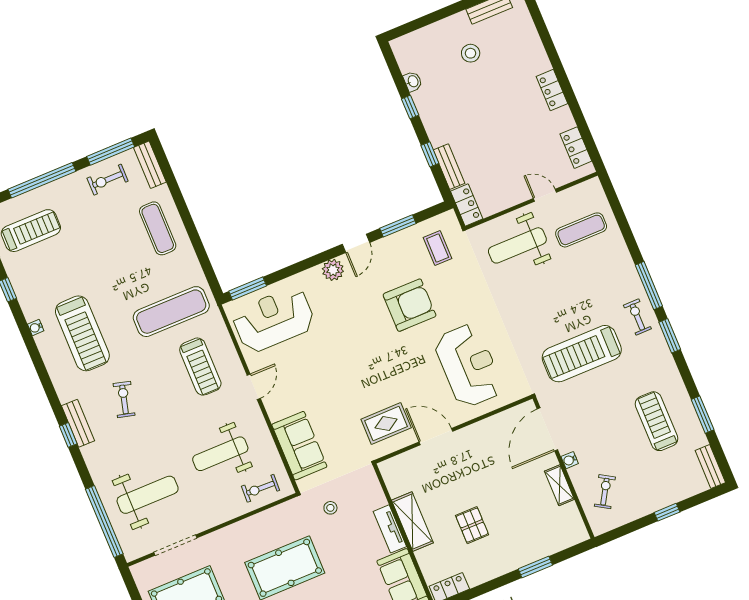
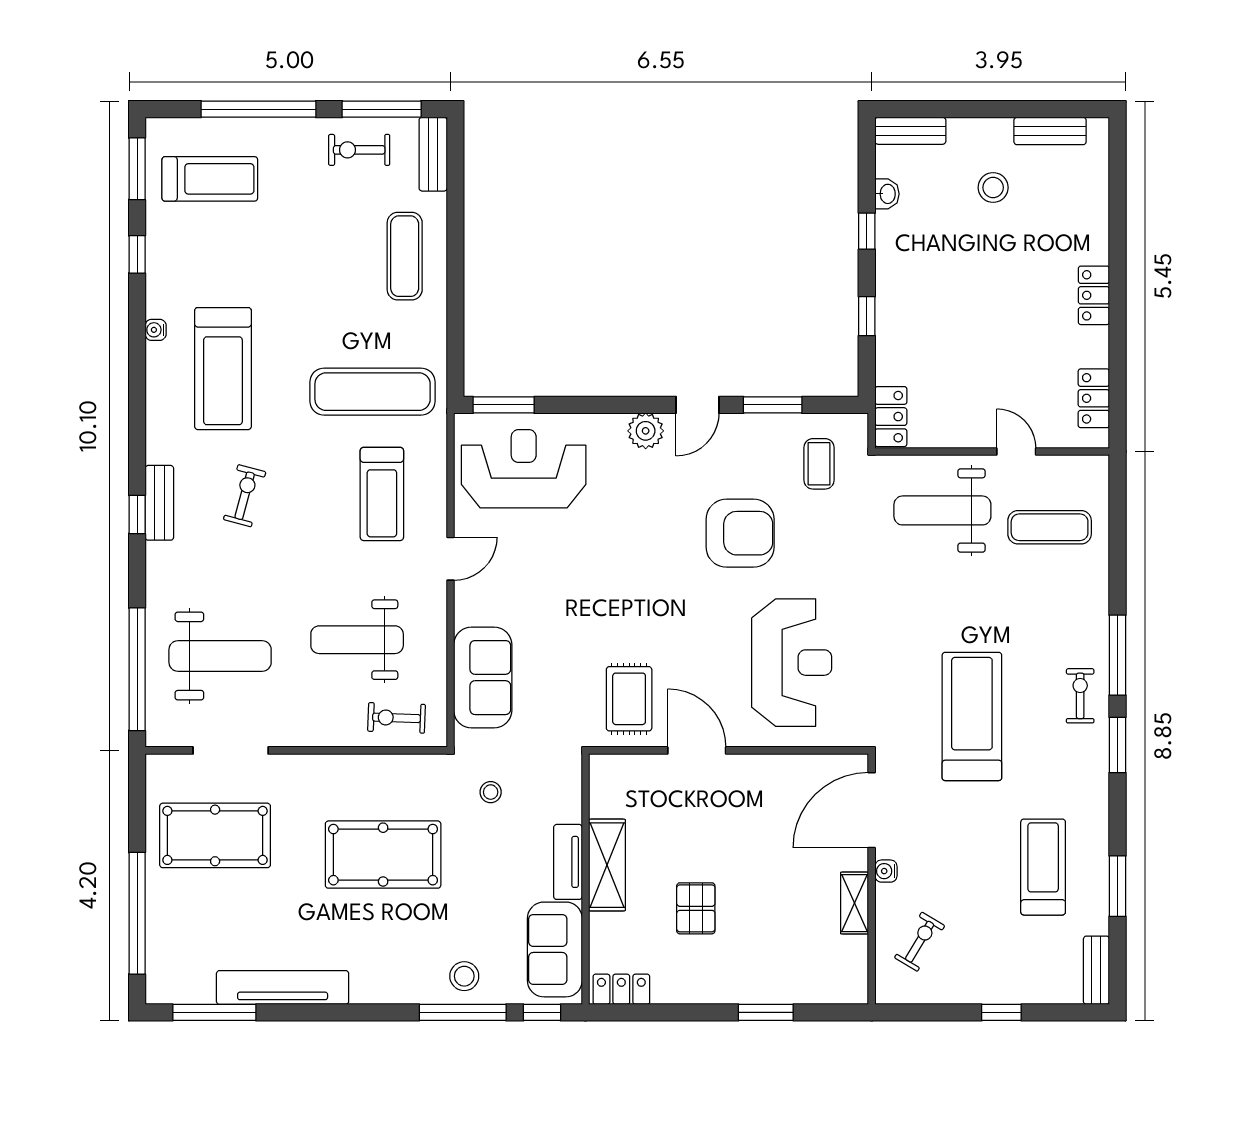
bench: (449, 167) -> (910, 131), moved, turned 90
treadmill: (582, 354) -> (972, 716), turned 90
rug: (386, 424) -> (629, 699), turned 90

